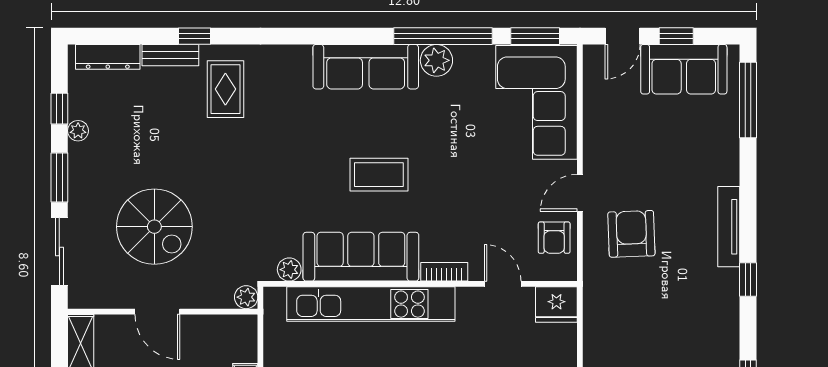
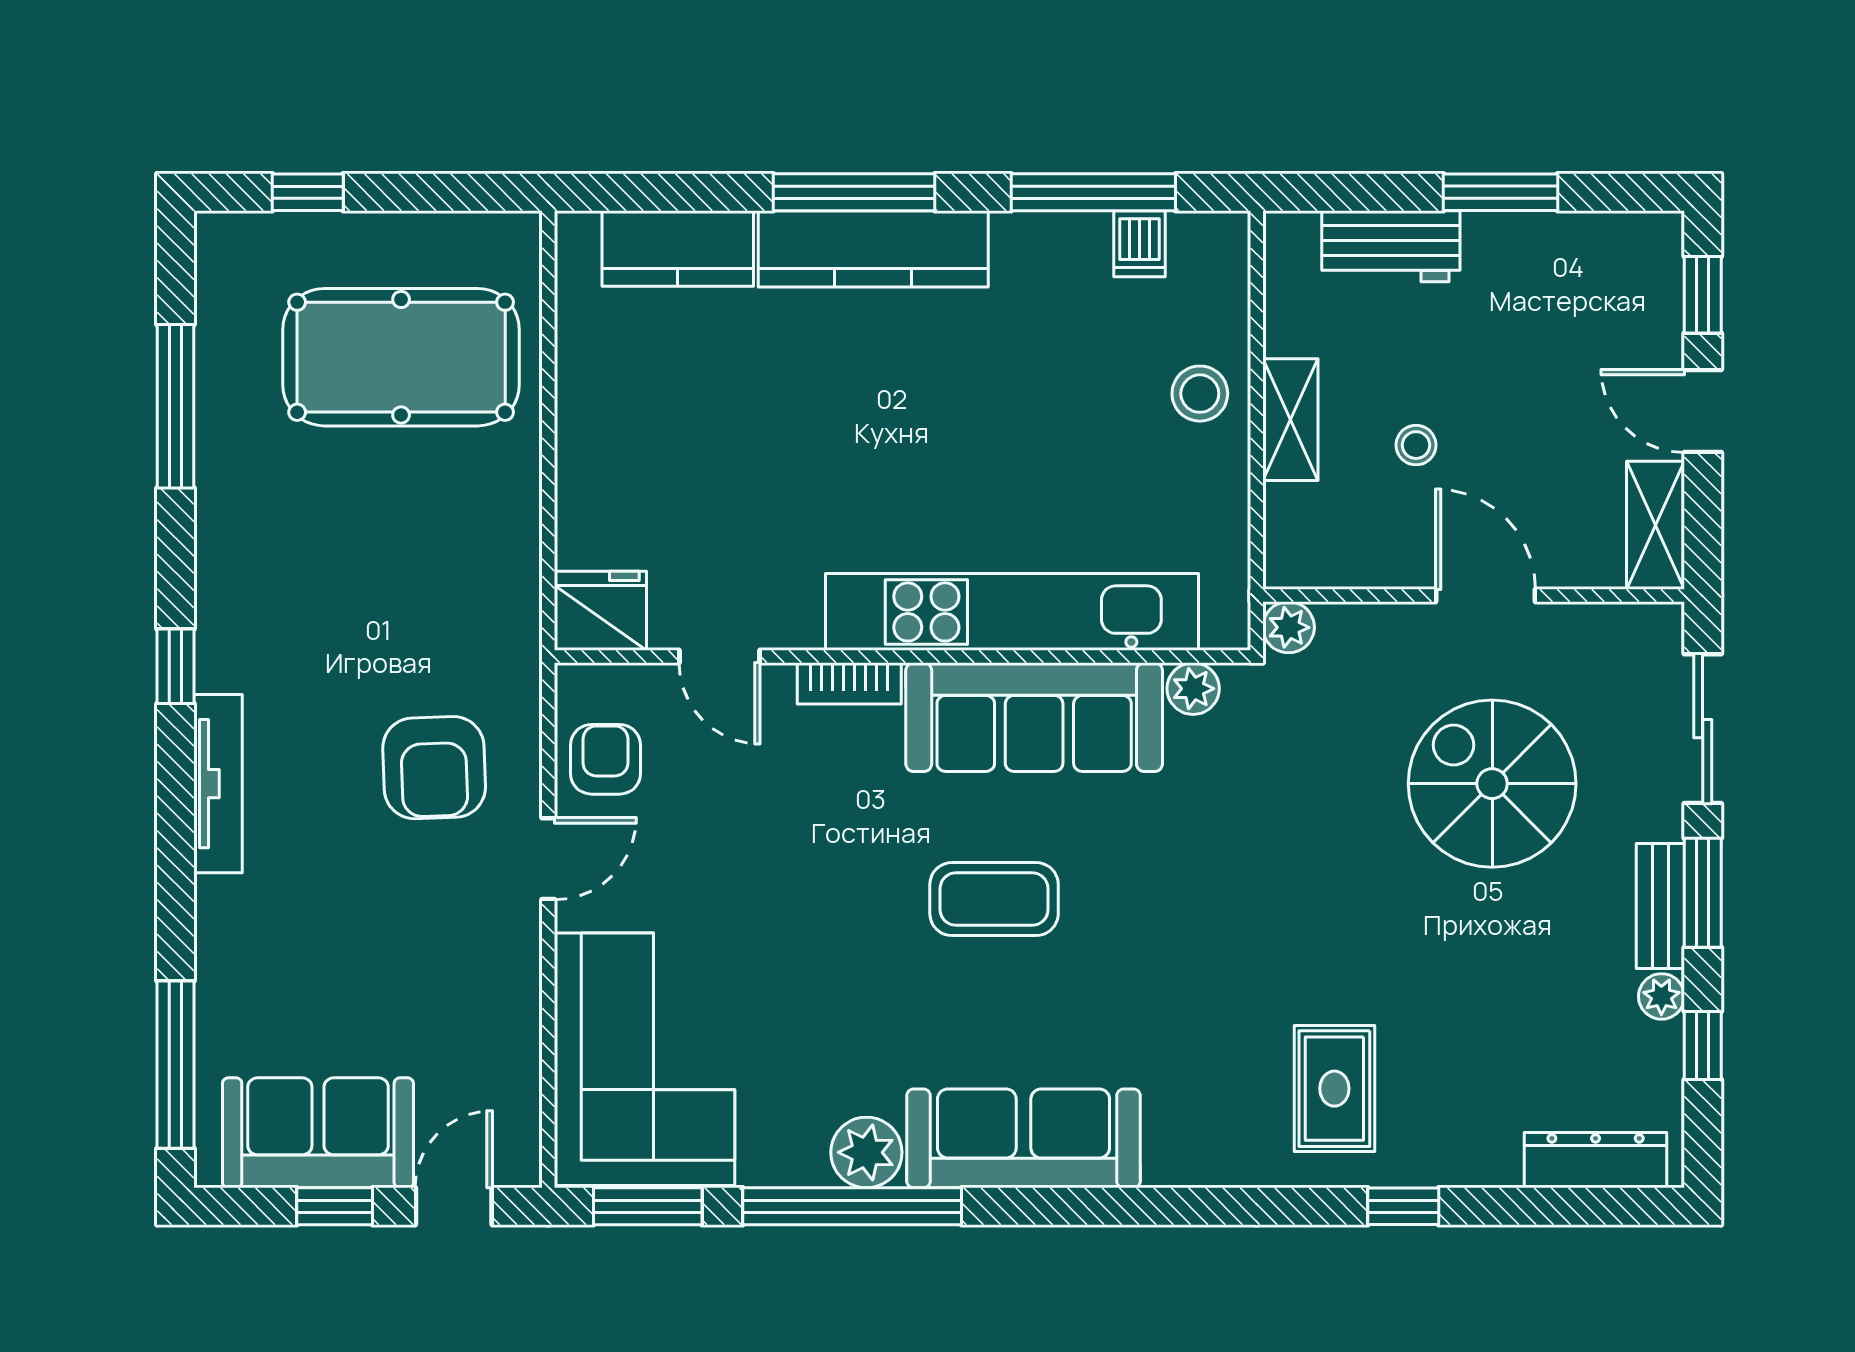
bench: (170, 55) -> (1660, 906), moved, turned 90

